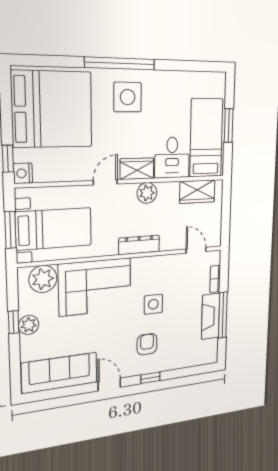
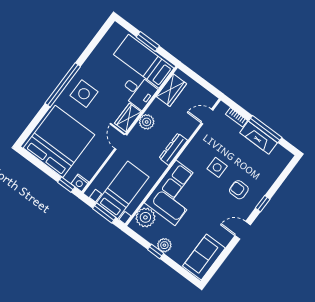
sofa: (60, 373) -> (204, 257), width x0.73

